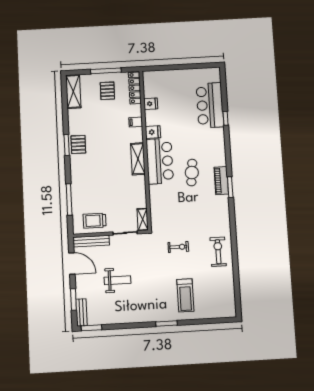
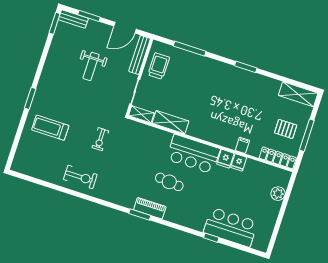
plant: (165, 76) -> (278, 194), added
fridge: (151, 104) -> (239, 162), moved
pallet: (78, 144) -> (242, 79), removed
shelving: (138, 159) -> (170, 122), moved

